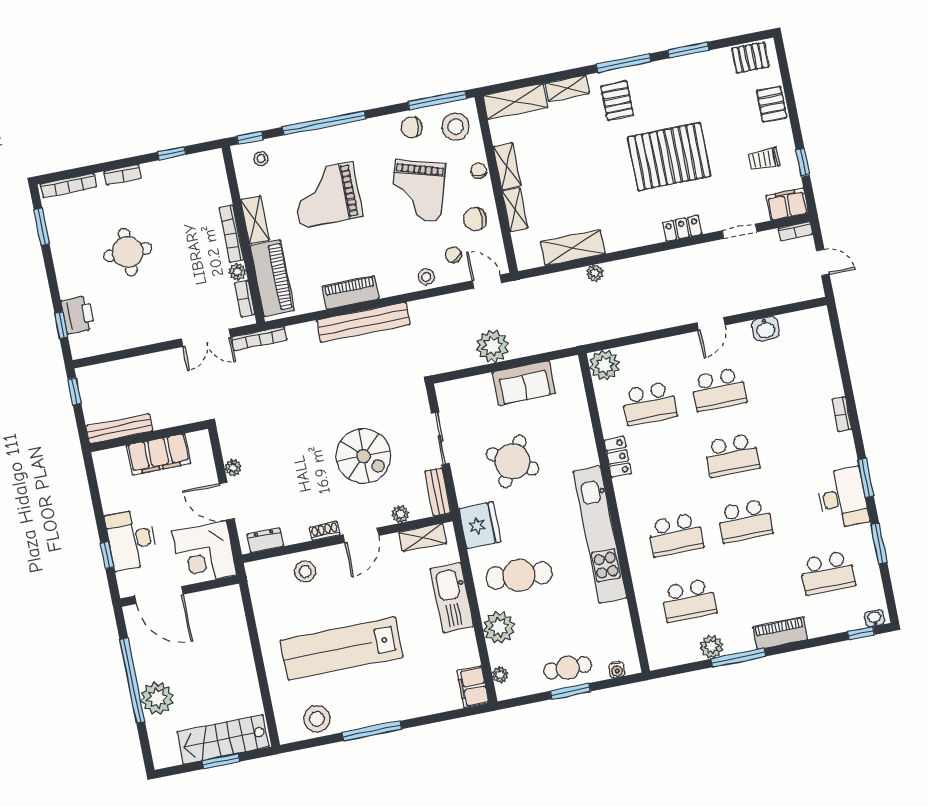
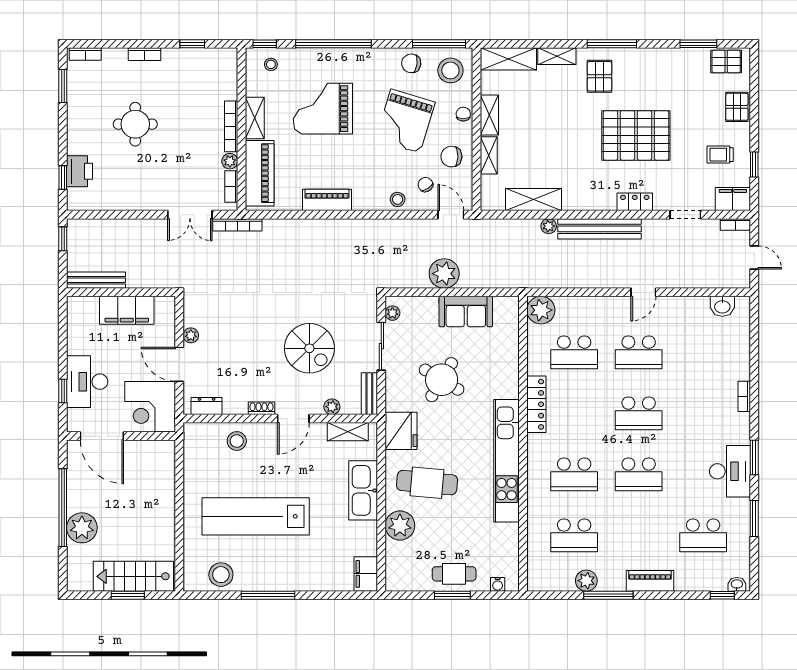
window: (688, 50) -> (698, 44), moved
bookcase: (68, 185) -> (85, 54), width x0.64
bench: (363, 322) -> (600, 229), moved
washbasin: (765, 329) -> (722, 306), moved
locker: (618, 457) -> (536, 404), width x1.53
plant: (500, 675) -> (392, 313), moved

